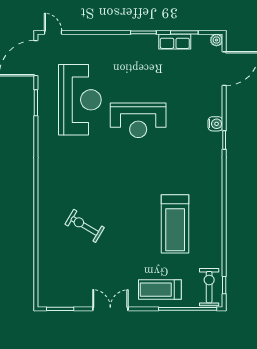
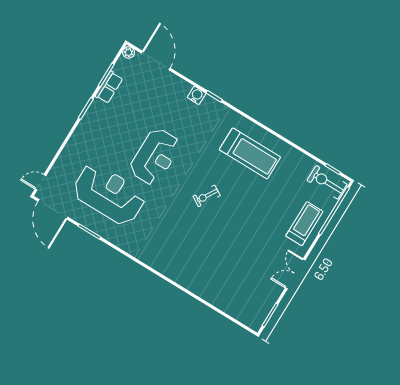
treadmill: (175, 224) -> (250, 153), moved
exercise bike: (85, 226) -> (207, 196), moved, width x0.73, depth x0.72
treadmill: (160, 290) -> (304, 224), turned 180

